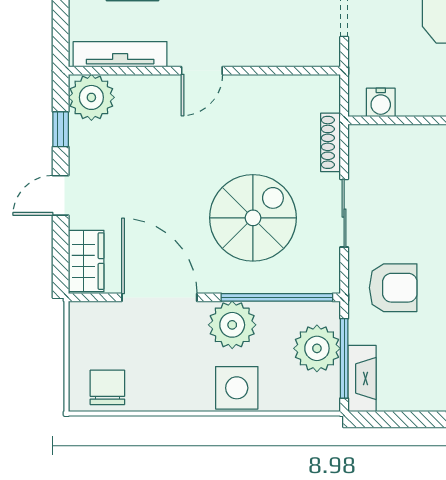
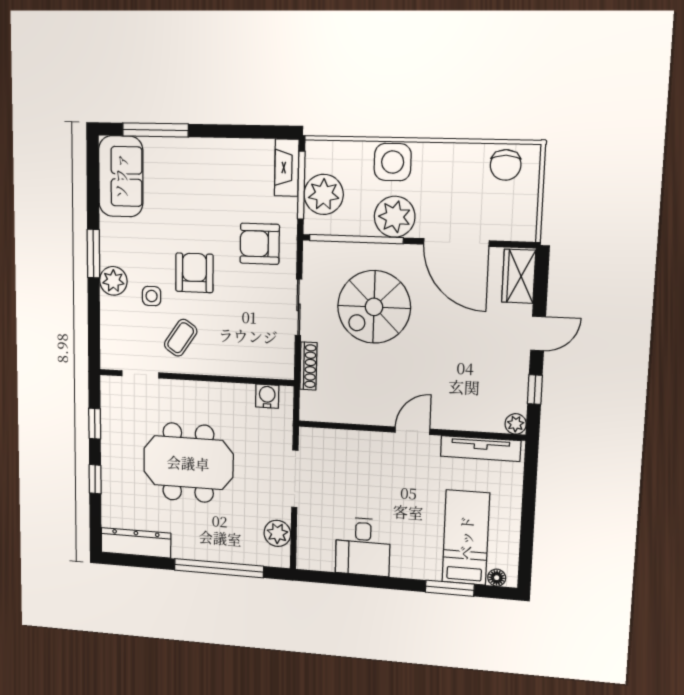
plant: (91, 97) -> (516, 424), width x0.53, depth x0.53

